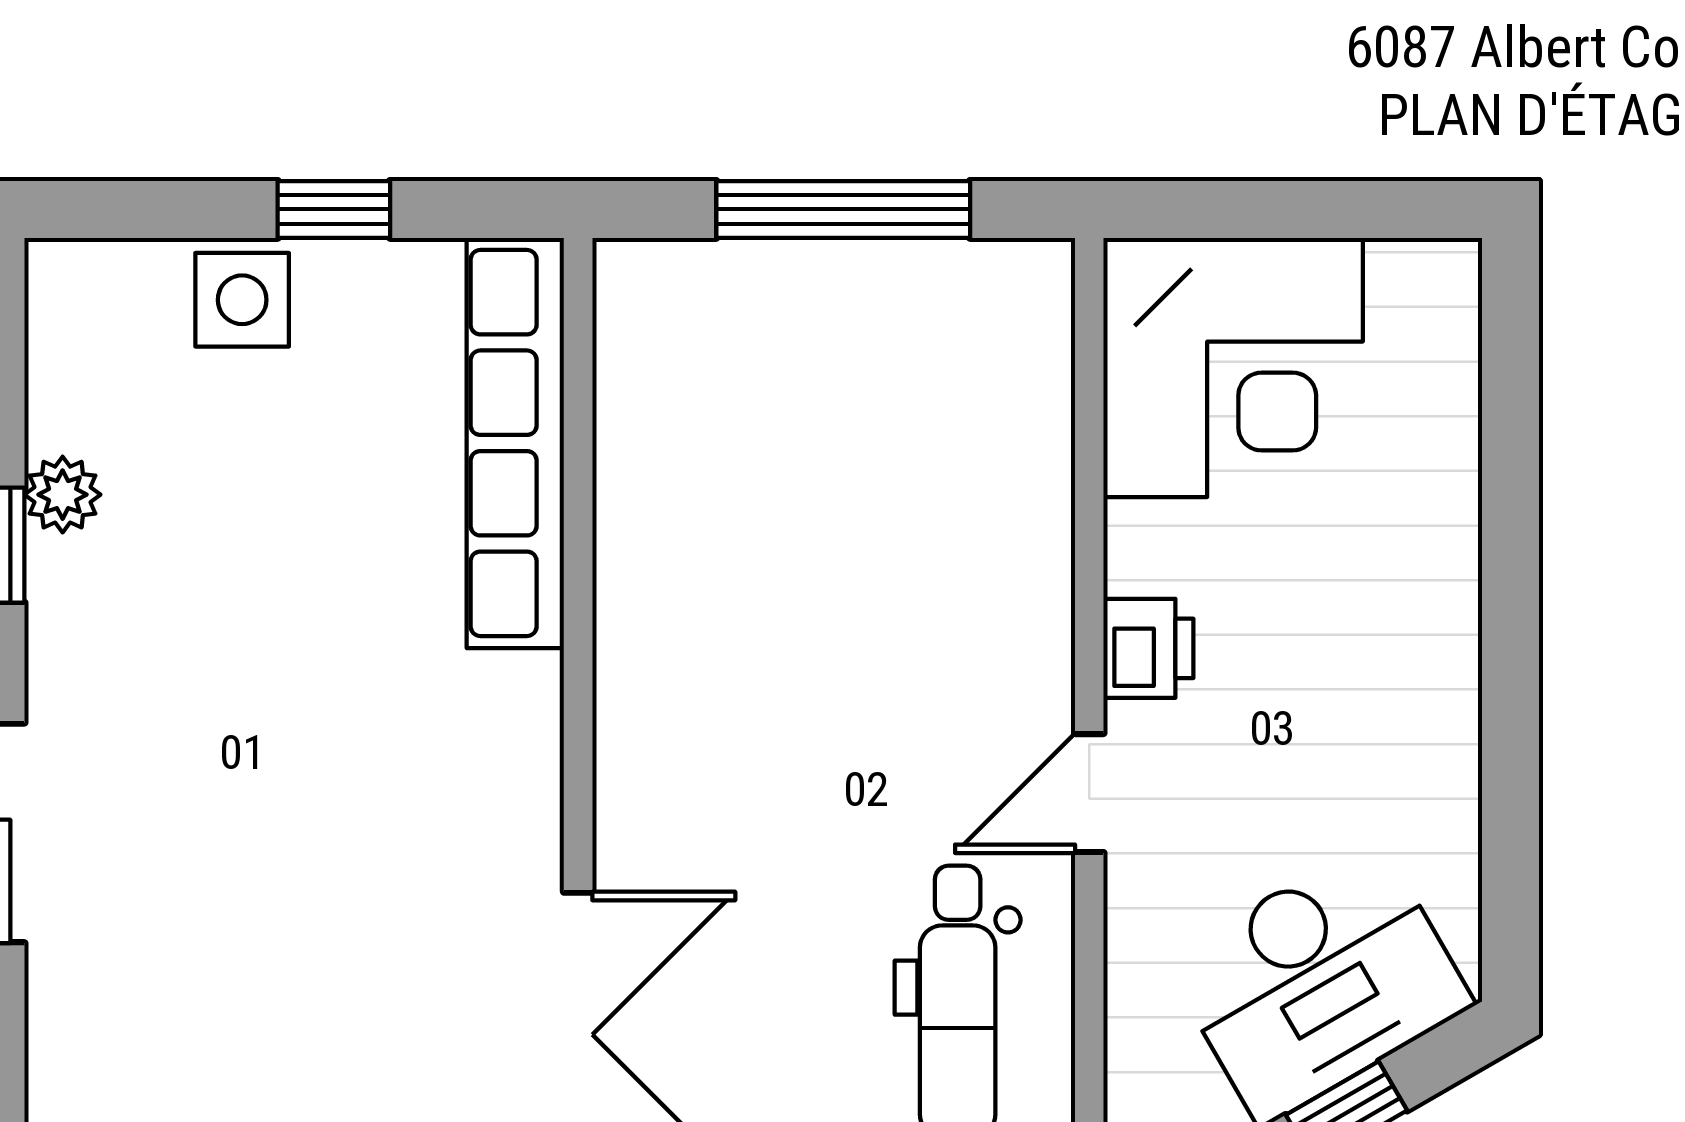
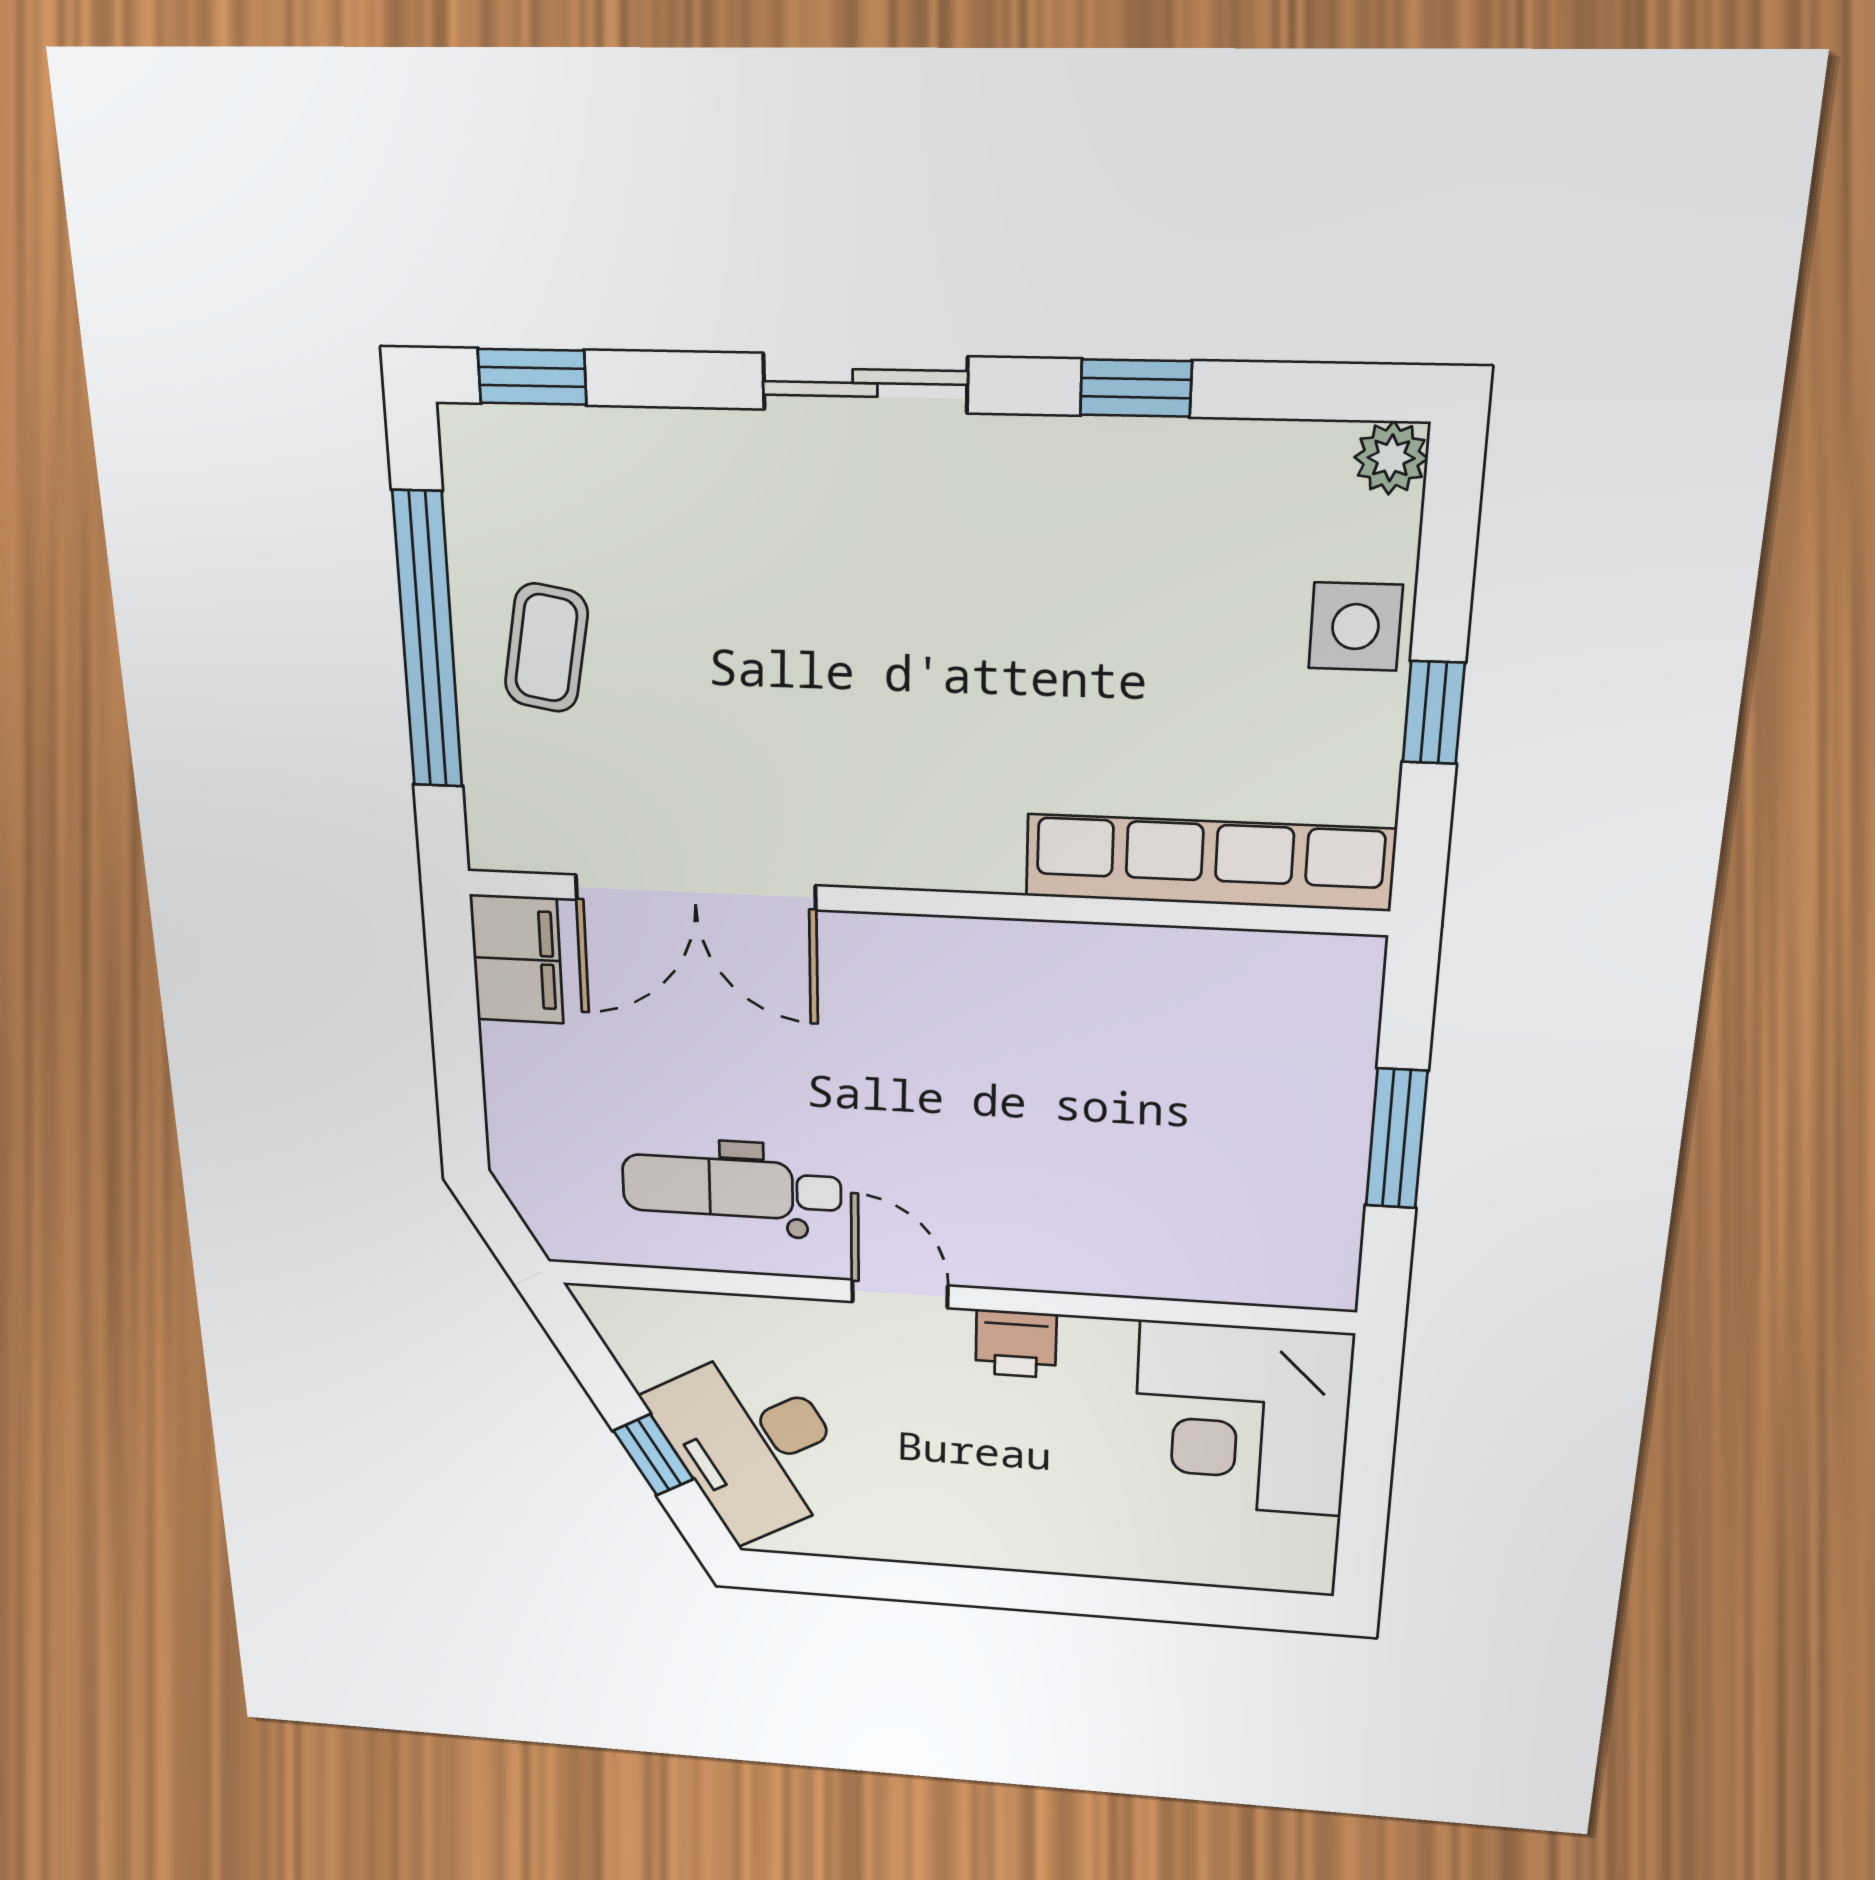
window: (843, 209) -> (1396, 1139), width x0.69
plant: (63, 495) -> (1391, 458), moved

